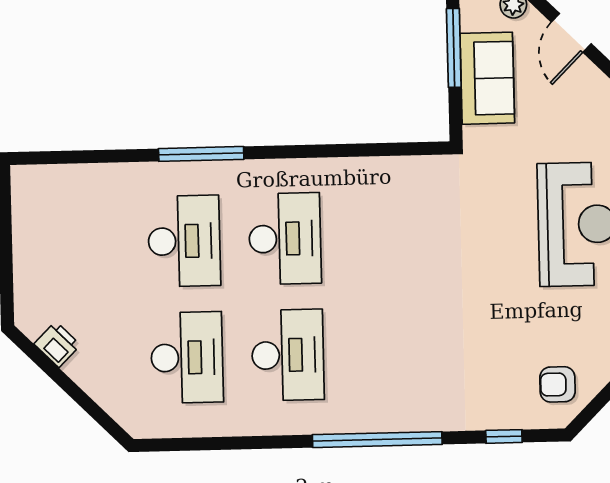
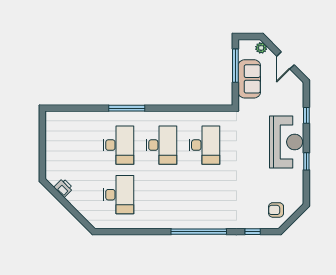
desk: (288, 355) -> (204, 145), moved

